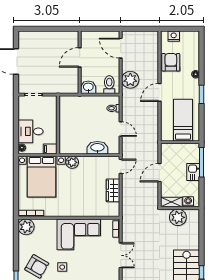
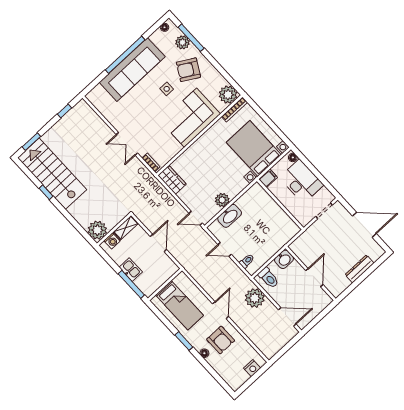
dresser: (45, 36) -> (360, 269), added
armchair: (171, 62) -> (221, 340), moved
desk: (31, 131) -> (301, 181), width x1.37
plant: (72, 162) -> (222, 200), moved
door: (121, 166) -> (196, 218), hinge flipped
wardrobe: (113, 190) -> (172, 180), moved
plant: (178, 217) -> (97, 230), moved
corner sofa: (79, 234) -> (191, 118), moved

